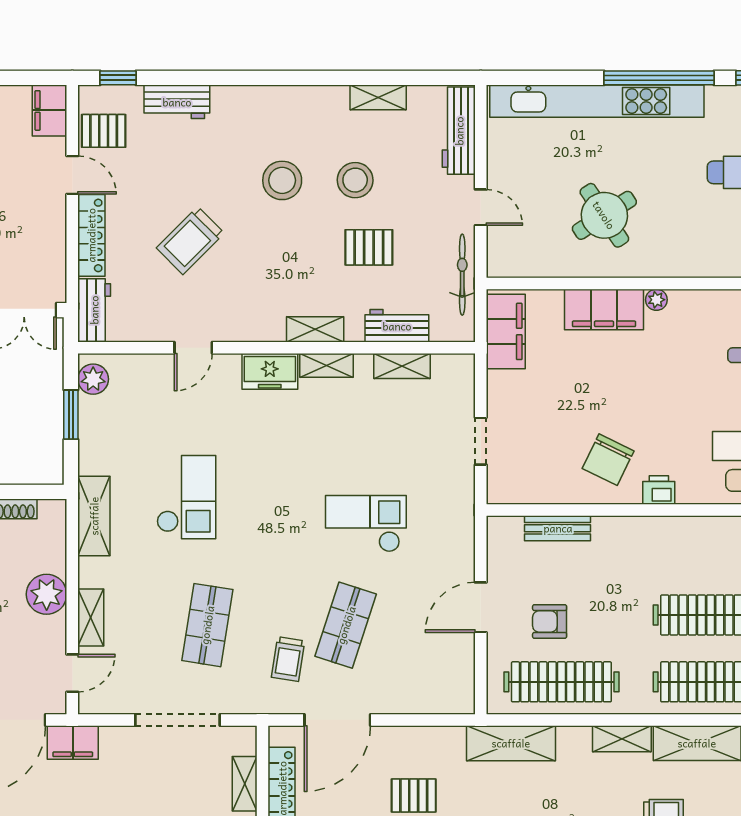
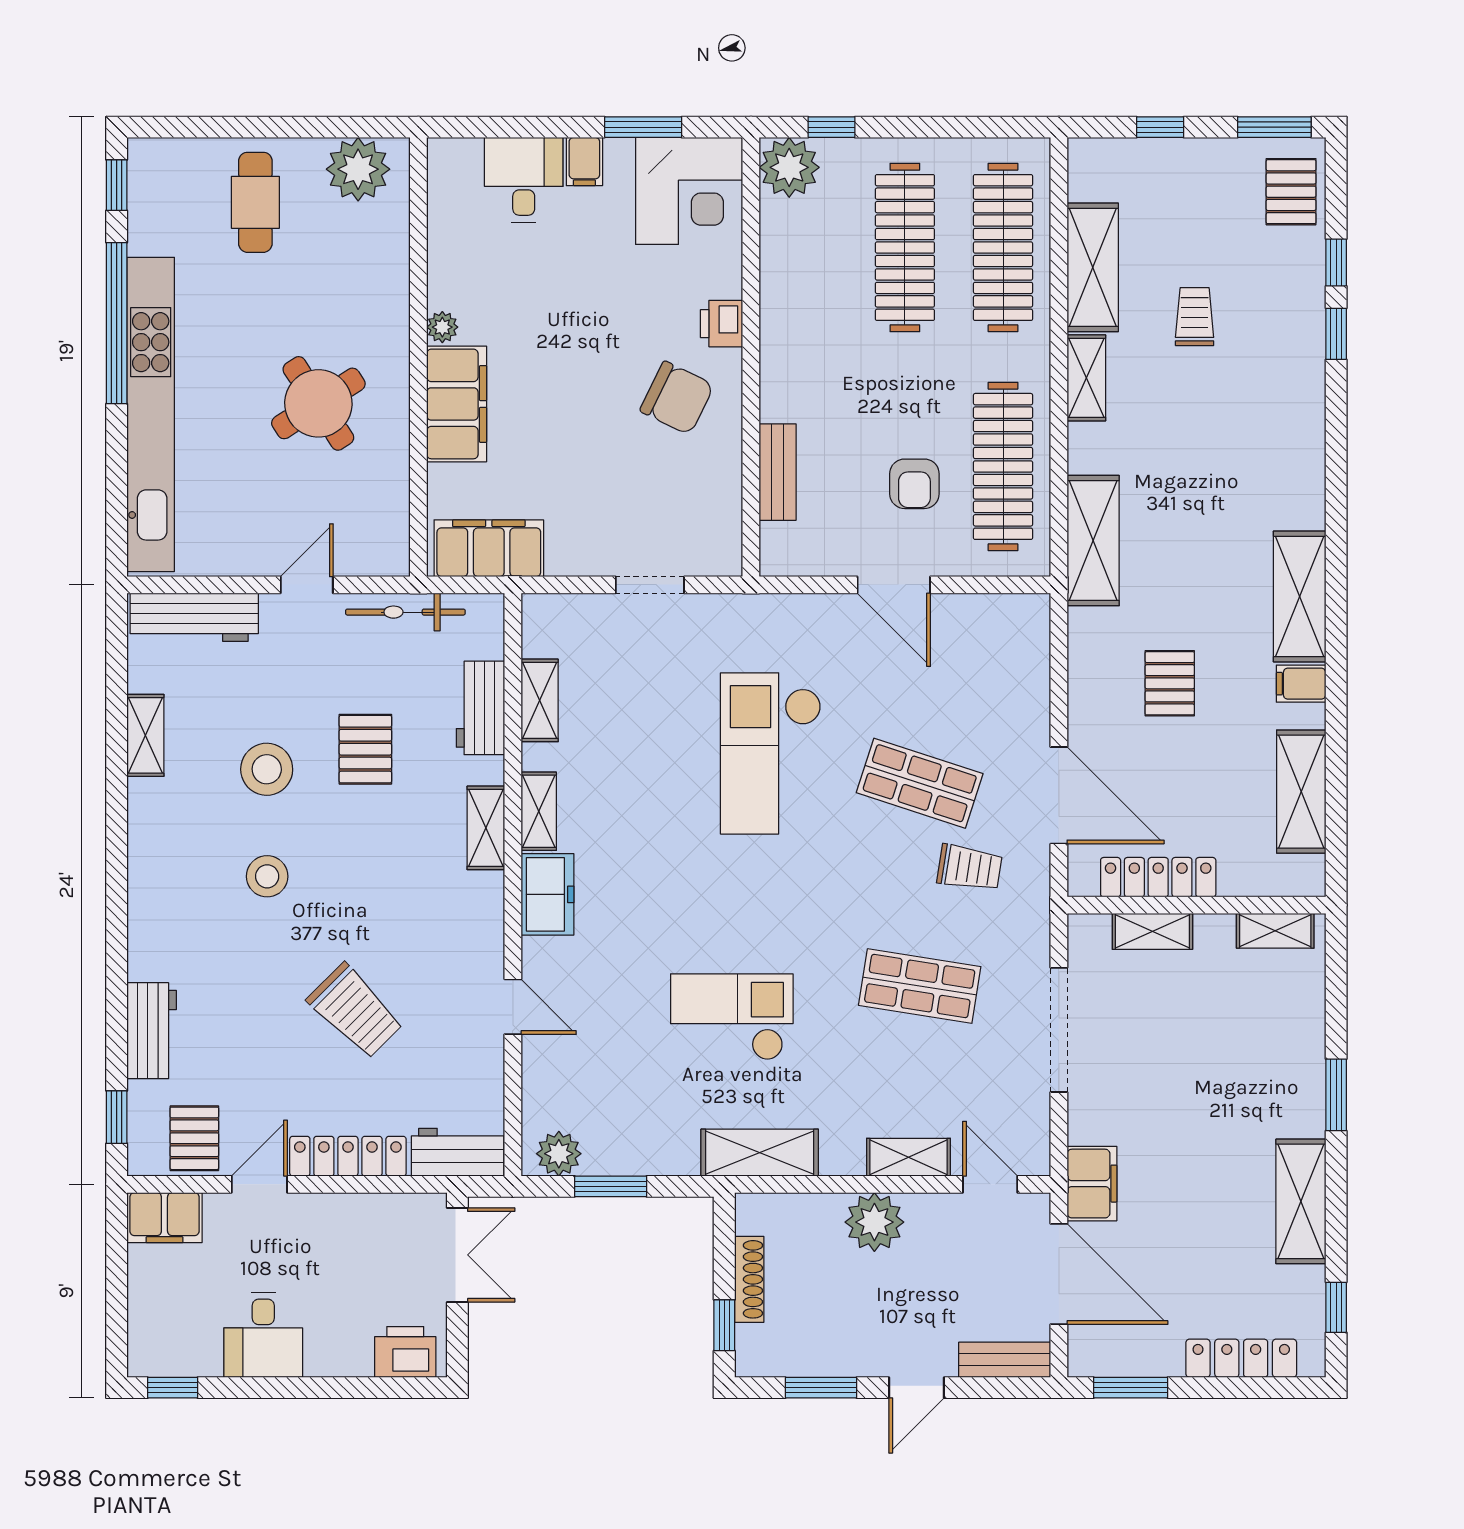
stool: (282, 180) -> (267, 876), width x0.73, depth x0.73
checkout: (366, 524) -> (771, 753), width x1.36, depth x1.21

